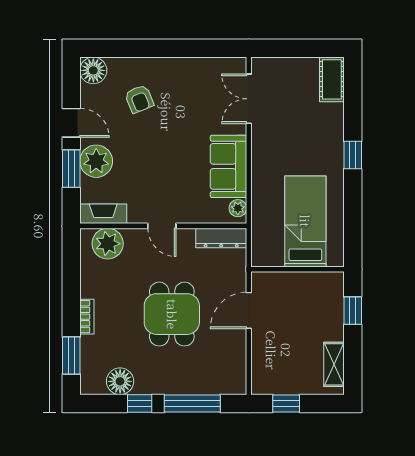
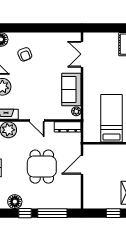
window: (286, 403) -> (113, 213), moved

